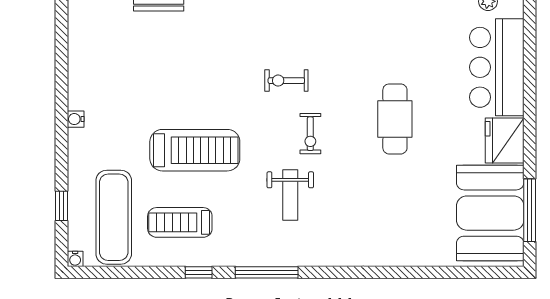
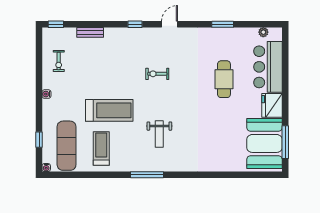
cafe table: (395, 119) -> (224, 79), moved
exercise bike: (310, 134) -> (59, 61), moved
treadmill: (180, 222) -> (101, 148), turned 90
window: (199, 272) -> (111, 175), removed

